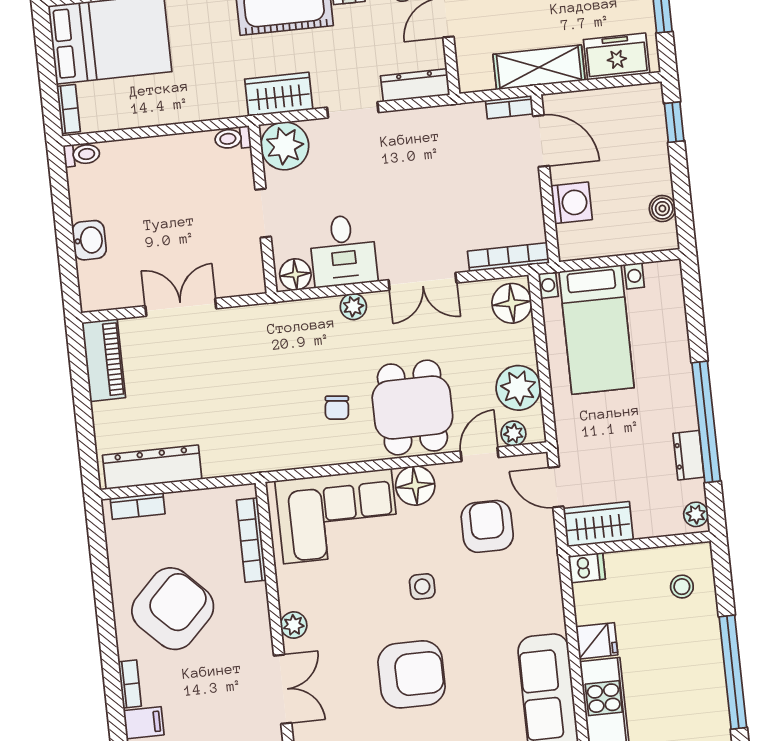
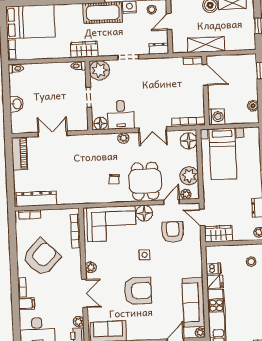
freezer: (617, 57) -> (238, 42), removed
dresser: (415, 85) -> (159, 49), width x0.70
wardrobe: (279, 94) -> (84, 49), moved
washing machine: (571, 203) -> (216, 117), moved
dishwasher: (587, 568) -> (213, 269), moved

